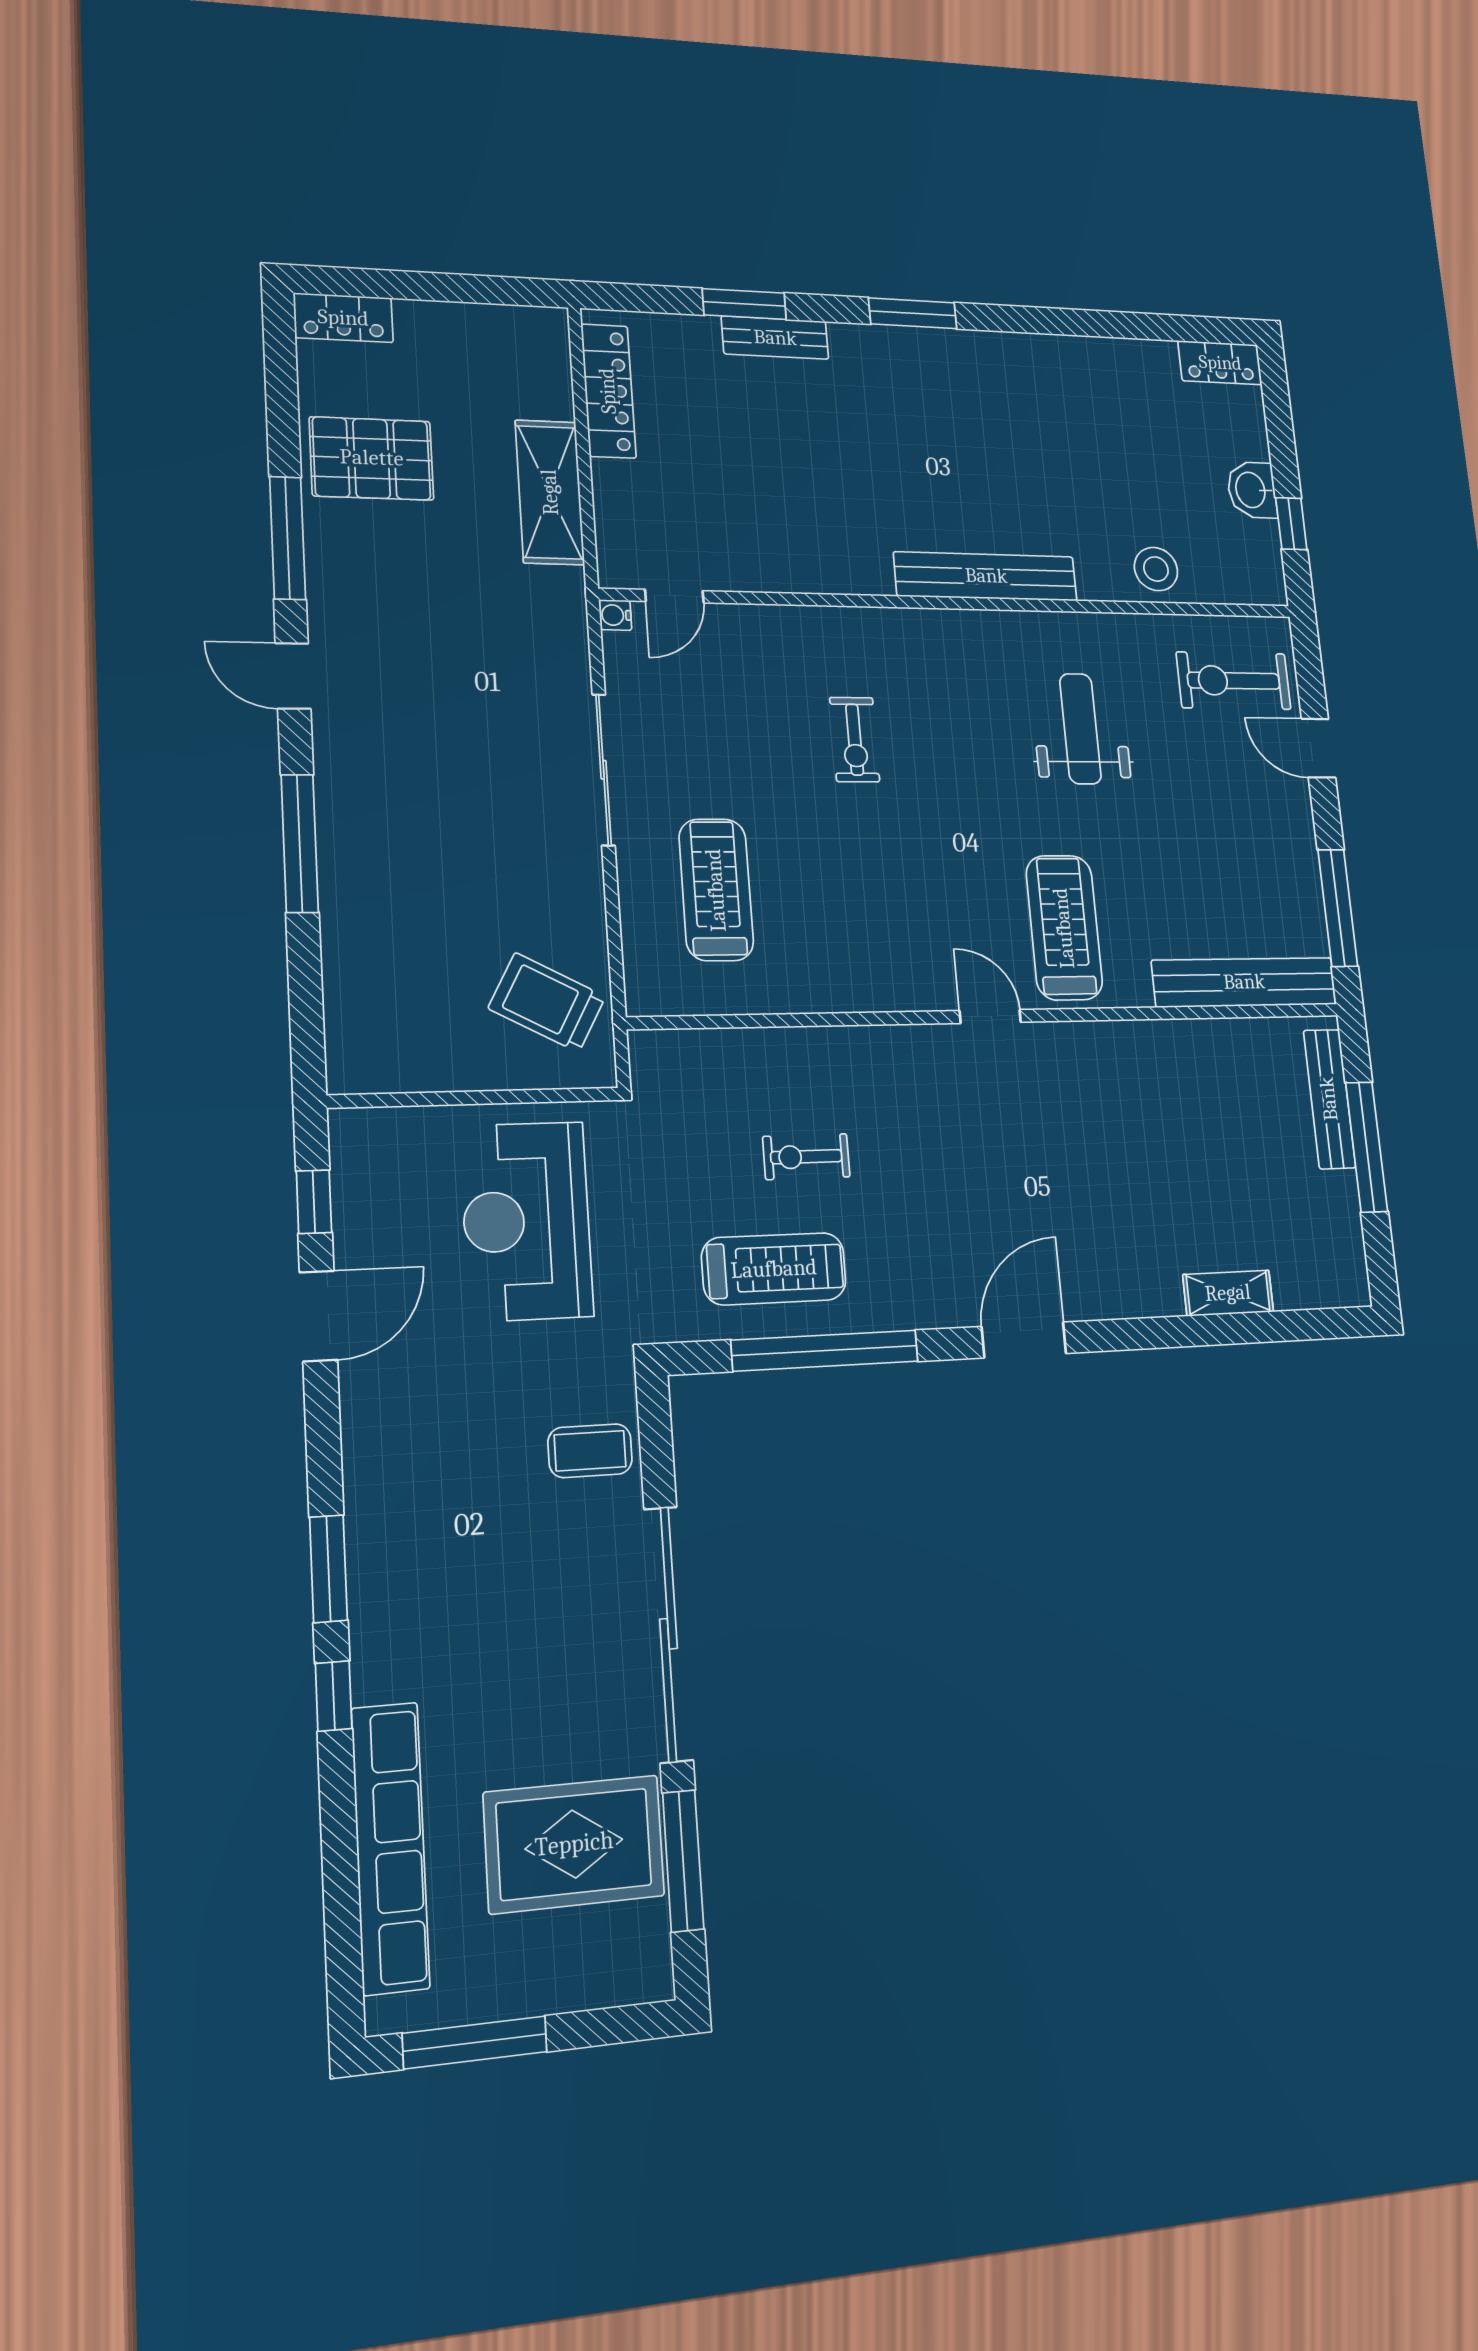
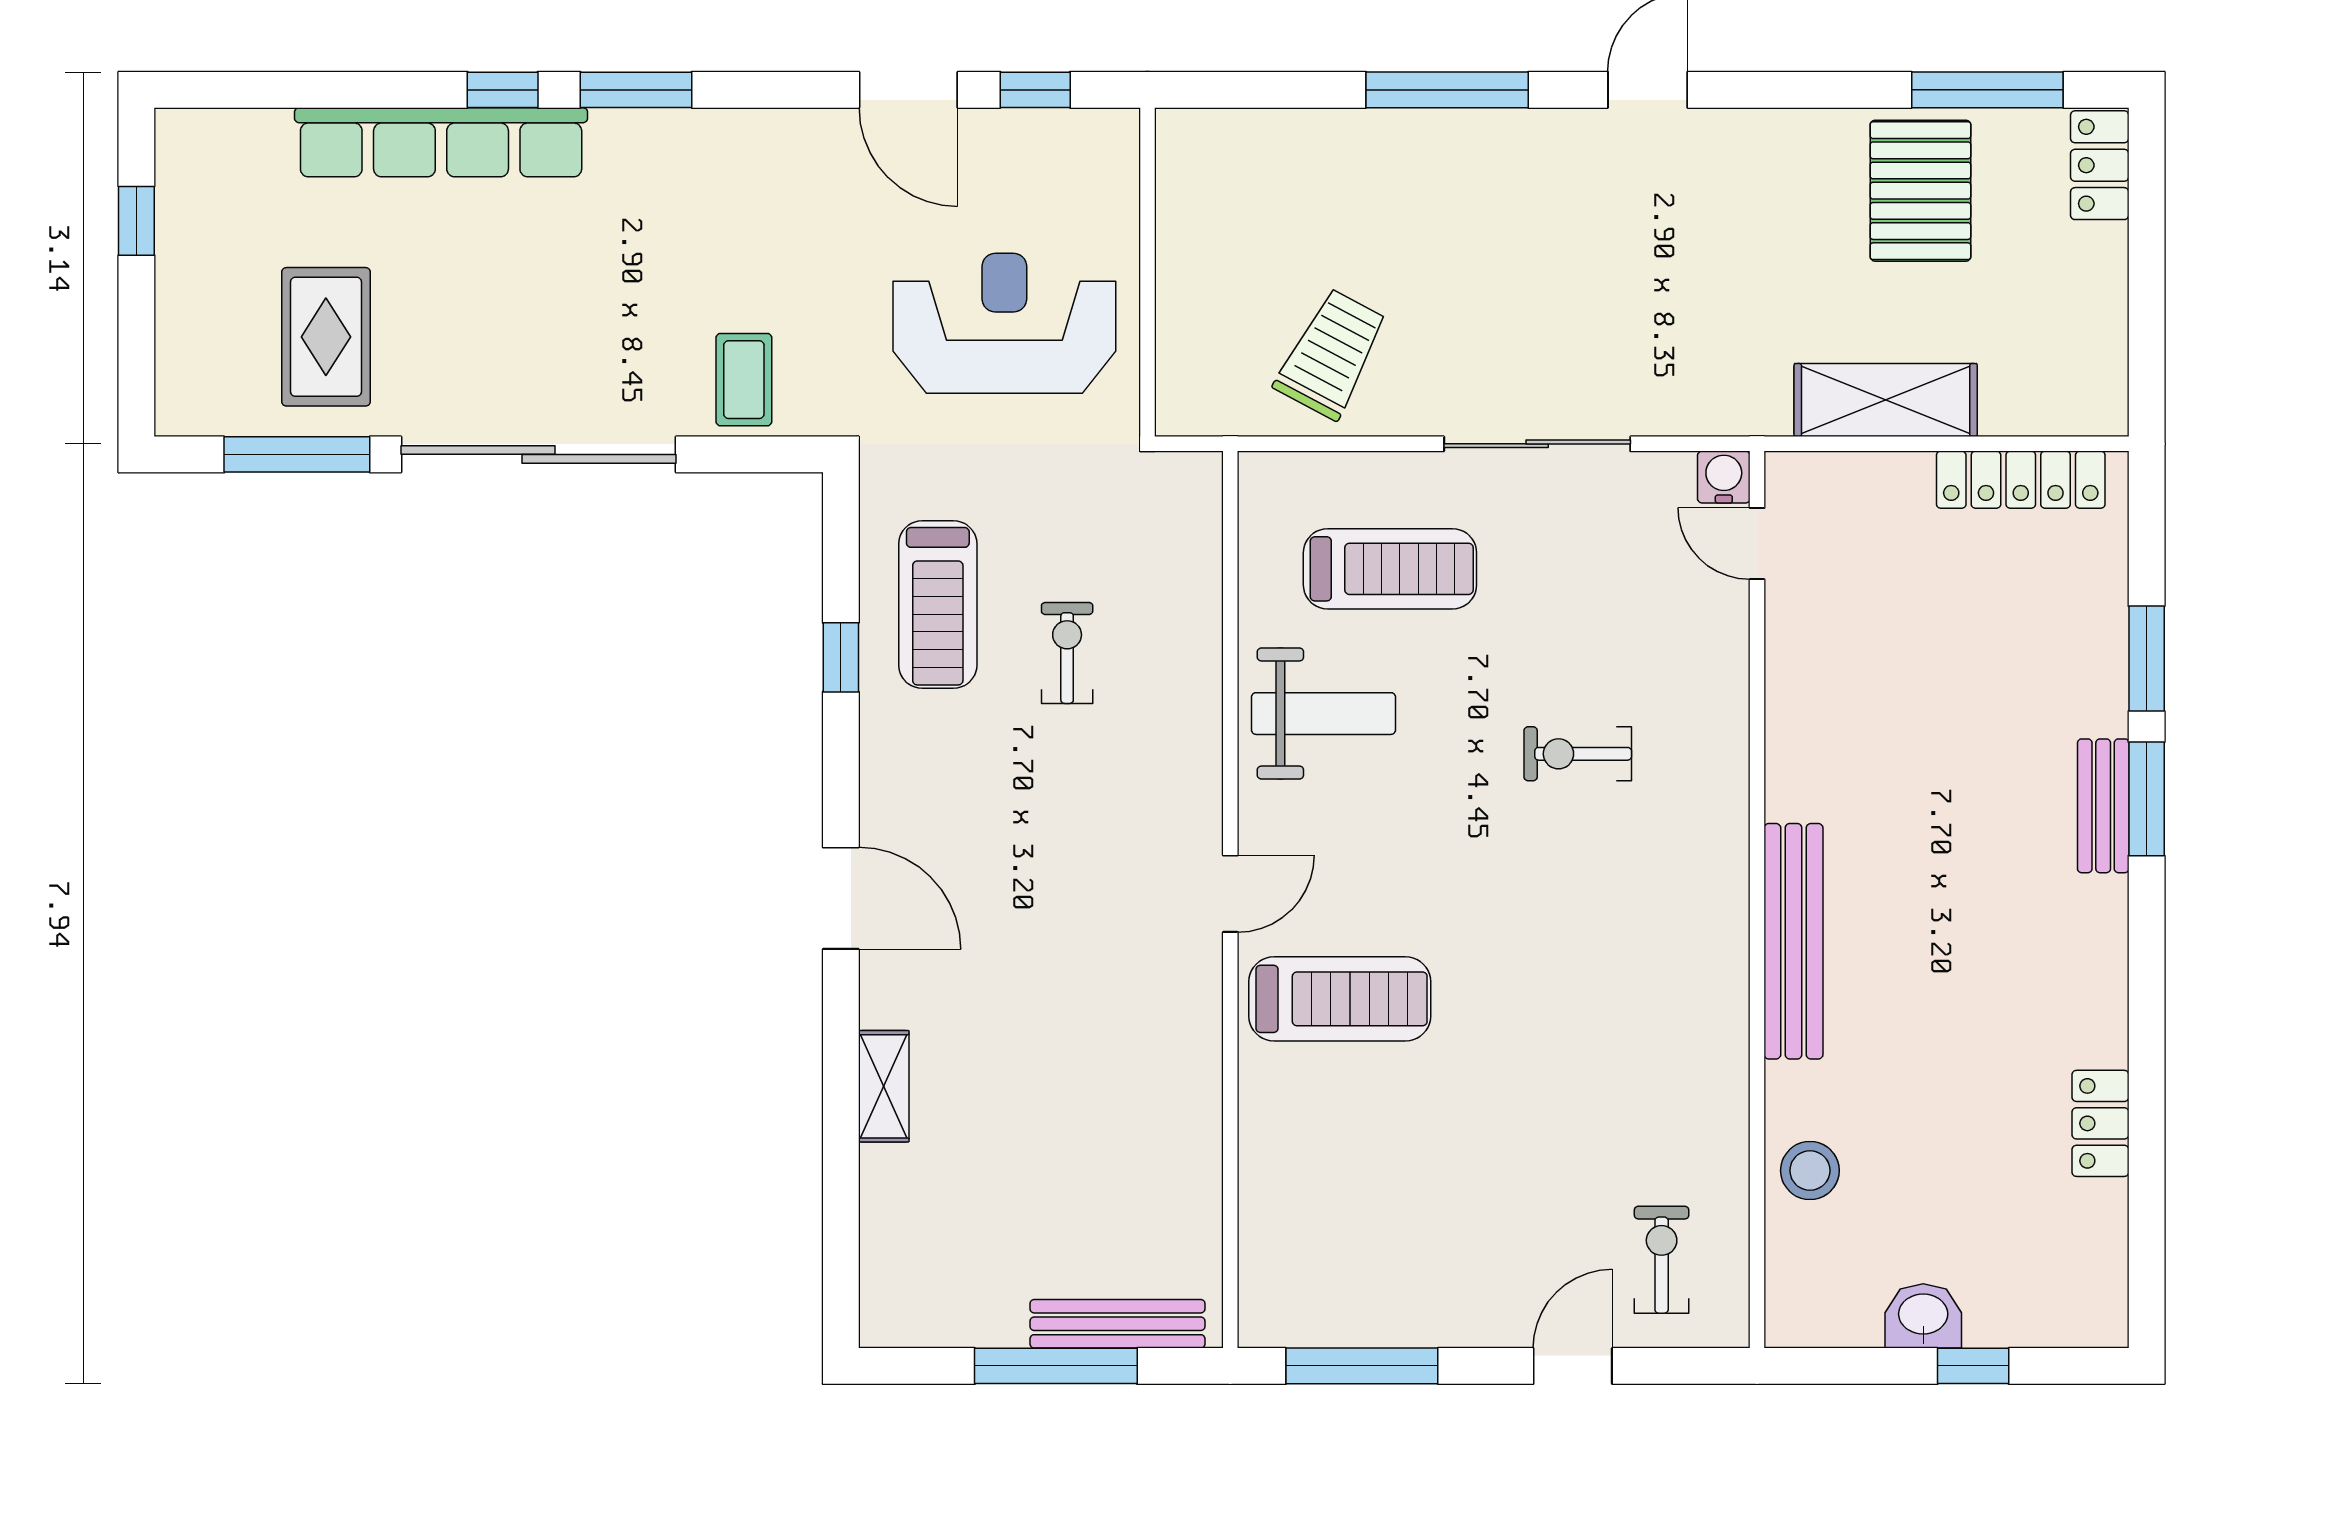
window: (913, 313) -> (2147, 799), moved
bench: (775, 338) -> (2103, 806), moved
locker: (1220, 363) -> (2100, 1123), moved
window: (1291, 524) -> (1973, 1366), moved
window: (288, 538) -> (1987, 90), moved
water cooler: (615, 615) -> (1724, 477), width x1.38, depth x1.38
exercise bike: (1234, 681) -> (1662, 1260), width x0.73, depth x0.72
weight bench: (1080, 729) -> (1324, 714), moved
bench: (1244, 982) -> (1267, 1228), removed
trolley: (547, 1002) -> (1331, 354), moved
shelving: (1228, 1293) -> (884, 1086), moved
window: (825, 1351) -> (841, 657), width x0.32
rug: (574, 1844) -> (326, 337), width x0.73, depth x0.70
row of seats: (390, 1847) -> (441, 142), moved
window: (475, 2042) -> (136, 221), width x0.46

